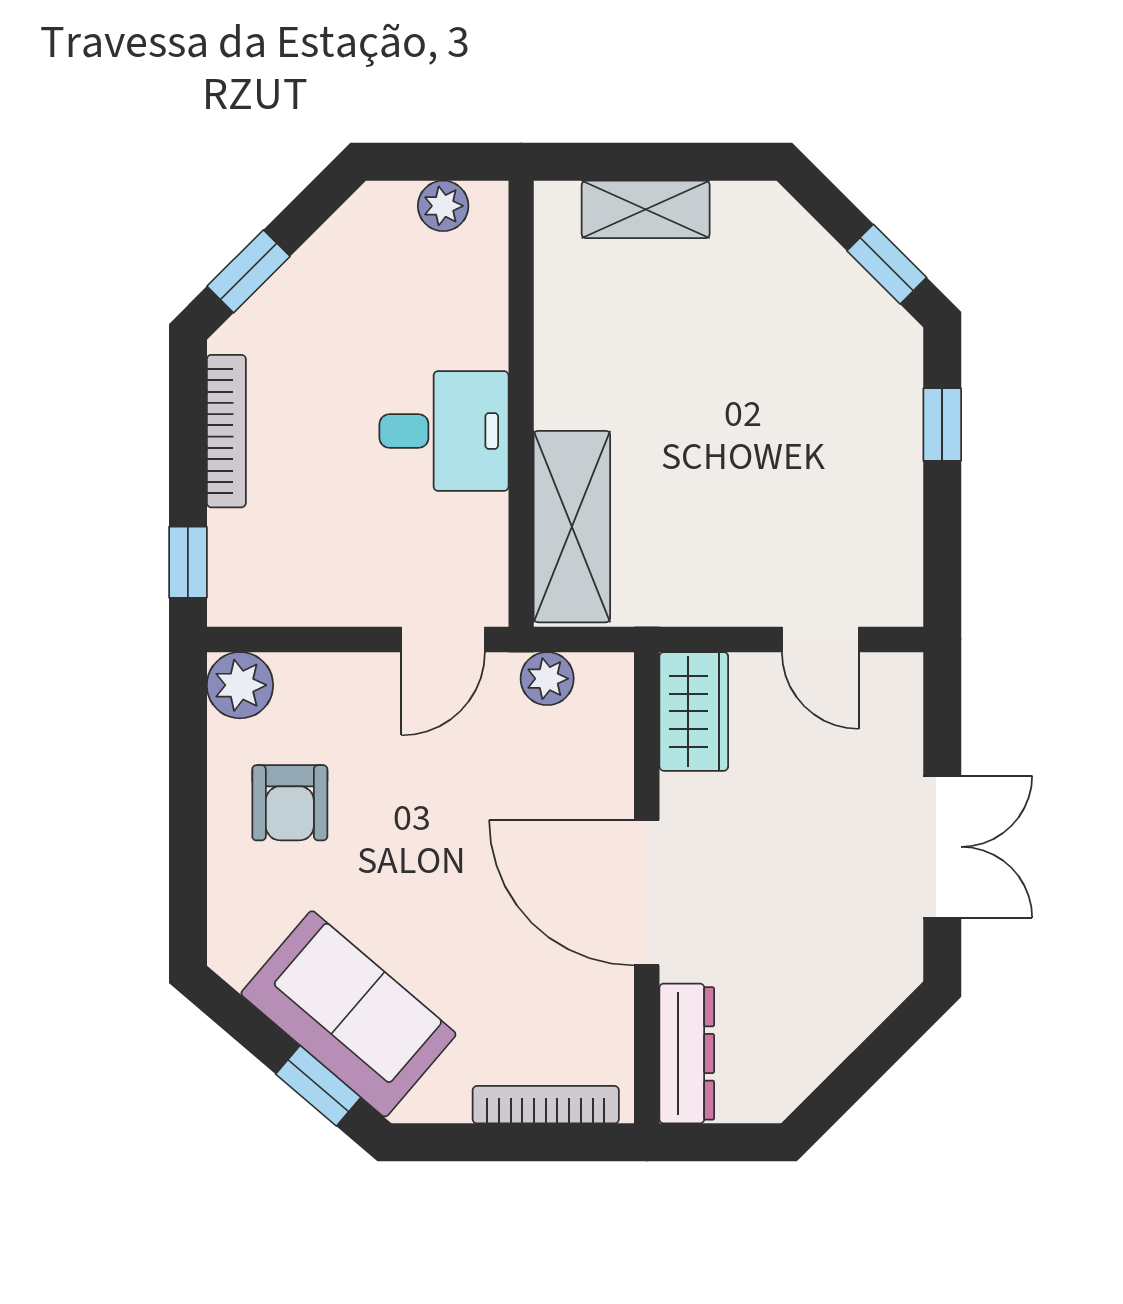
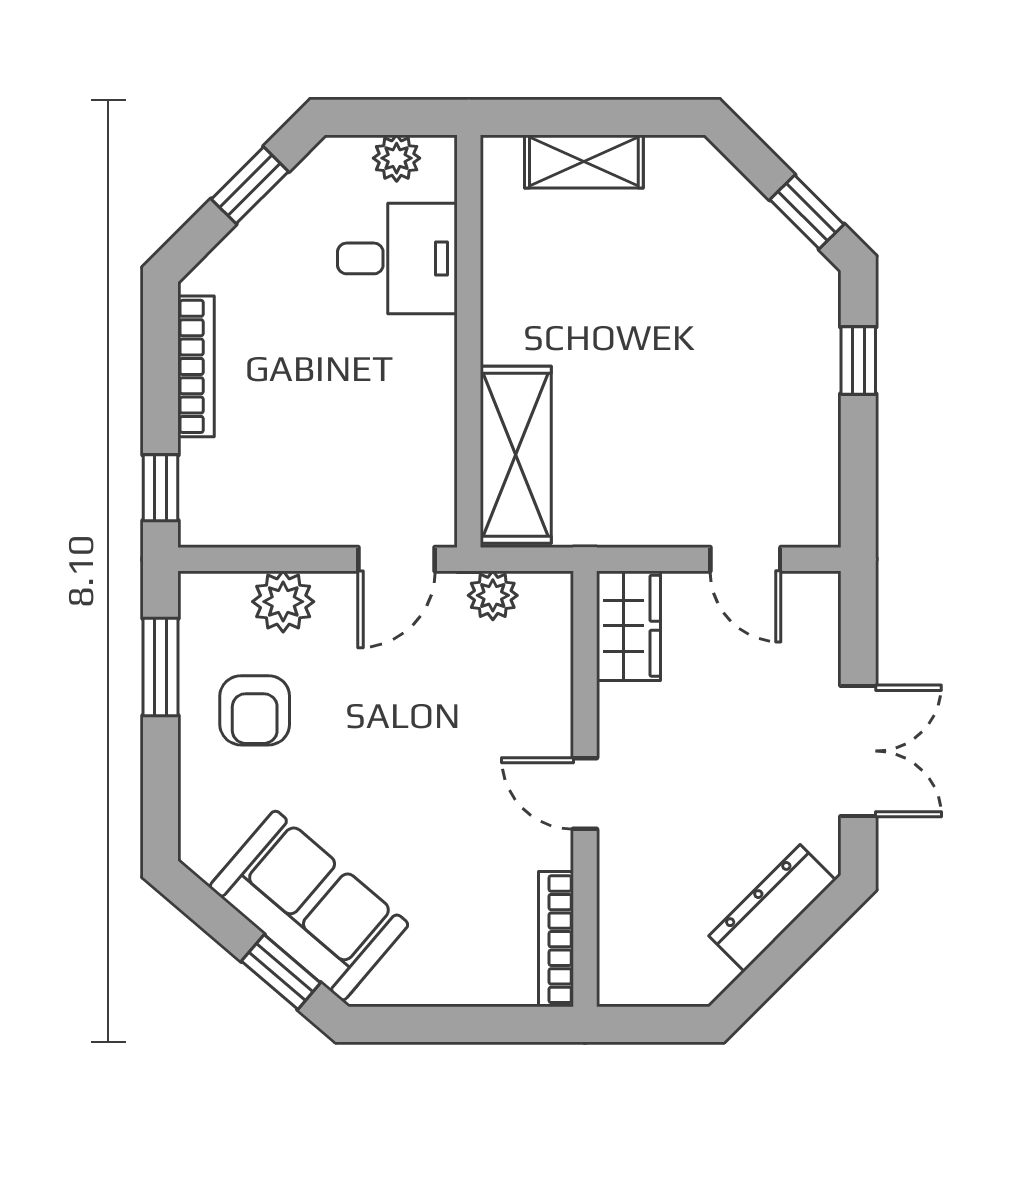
window: (249, 271) -> (250, 185), moved
desk: (444, 431) -> (397, 258), moved
plant: (240, 685) -> (283, 602), moved
window: (188, 756) -> (160, 667), added
door: (647, 893) -> (585, 794), width x0.53
dresser: (687, 1053) -> (772, 908), moved, turned -135
bookcase: (546, 1105) -> (556, 939), moved, turned -90

